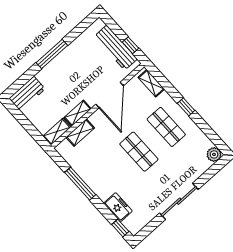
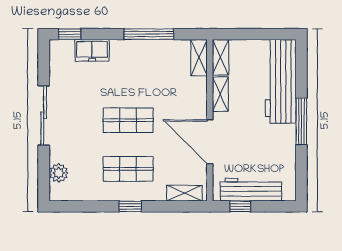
workbench: (27, 94) -> (281, 81), width x1.88, depth x1.32
shelving: (80, 133) -> (199, 58), moved
plant: (214, 154) -> (59, 173), moved

